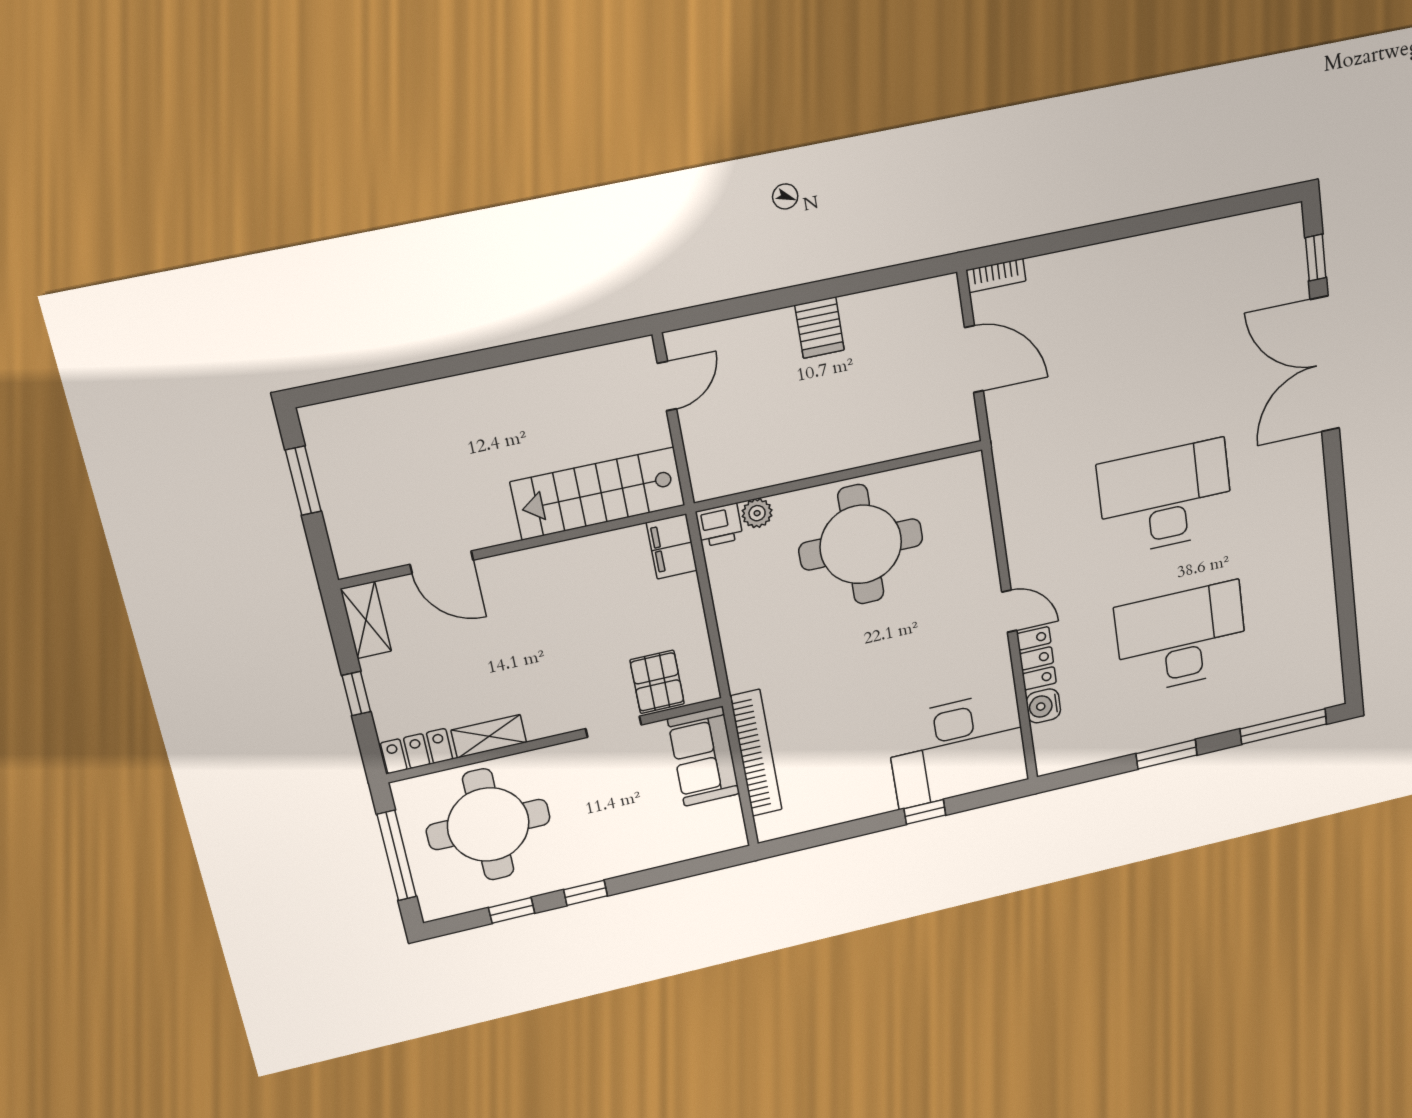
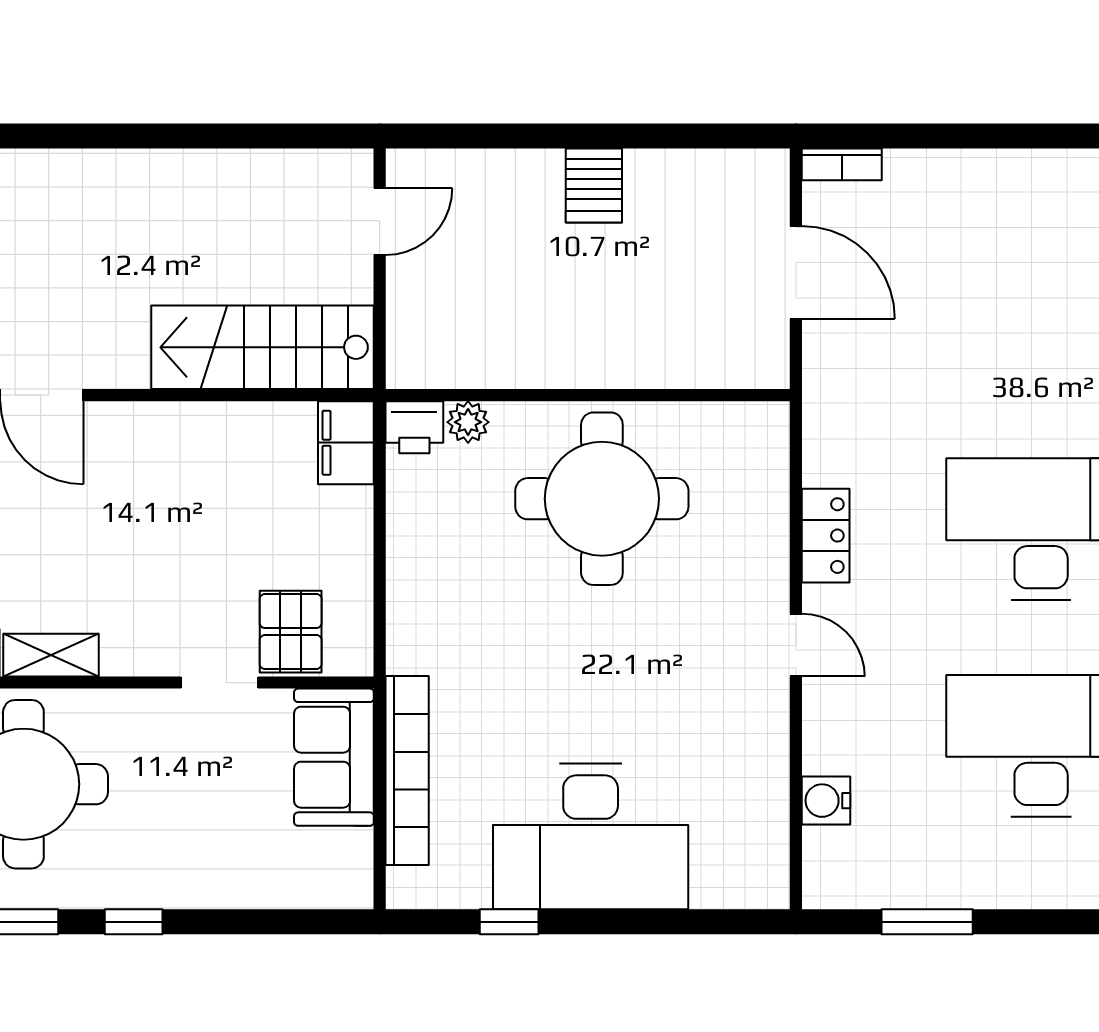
locker: (1037, 658) -> (826, 536), moved
desk: (957, 749) -> (591, 836), moved
window: (1167, 754) -> (927, 922), moved
window: (925, 812) -> (509, 922), moved

